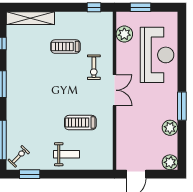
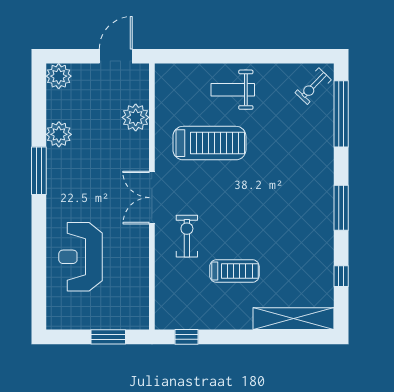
plant: (124, 34) -> (136, 117), moved
reception desk: (157, 55) -> (80, 257), width x0.74, depth x0.77
treadmill: (80, 123) -> (209, 143), width x1.37, depth x1.37
window: (30, 174) -> (295, 56), removed

